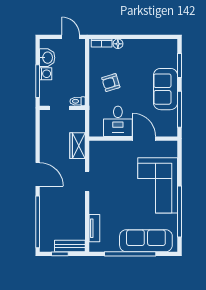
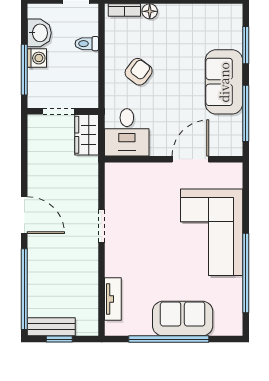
armchair: (111, 83) -> (139, 72), turned 144
toilet: (78, 101) -> (87, 44), moved
desk: (118, 121) -> (127, 132), moved
door: (144, 139) -> (190, 159), hinge flipped
wardrobe: (78, 146) -> (87, 135), moved
sofa: (146, 241) -> (183, 319), width x0.73
bench: (70, 246) -> (51, 327), moved

